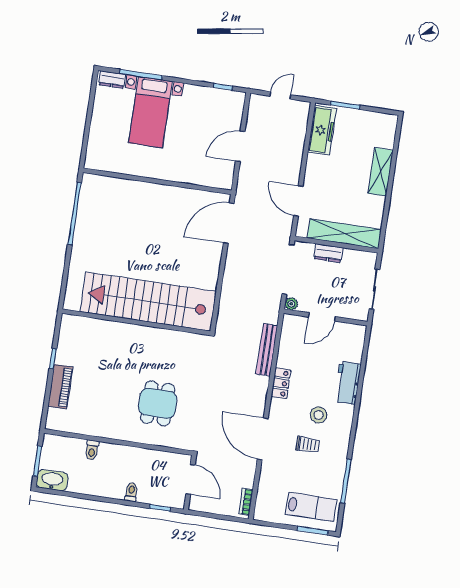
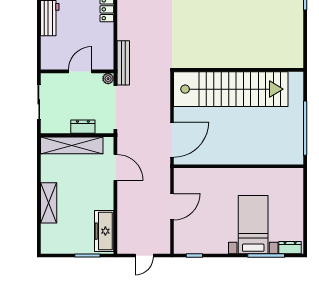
stairs: (148, 302) -> (231, 89), moved
wall: (136, 322) -> (239, 70), moved
bench: (267, 350) -> (123, 63), moved

